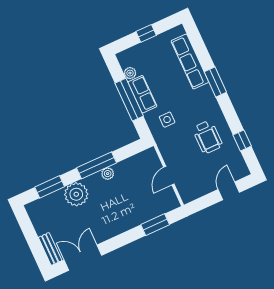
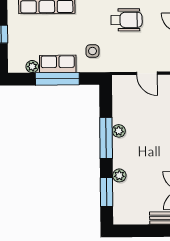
plant: (76, 194) -> (119, 175), width x0.53, depth x0.53

